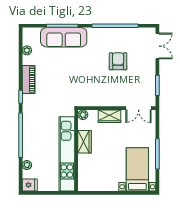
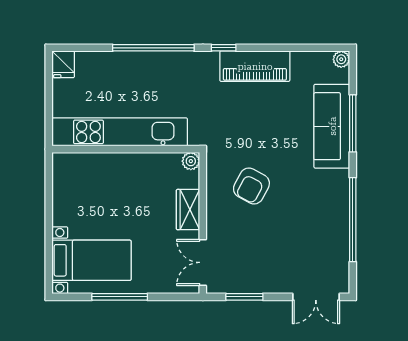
plant: (27, 50) -> (341, 59), moved
armchair: (118, 61) -> (251, 186), moved, turned 118
piano: (29, 80) -> (255, 66), width x1.37, depth x1.33
wardrobe: (85, 142) -> (142, 164), removed
plant: (27, 165) -> (99, 59), removed

